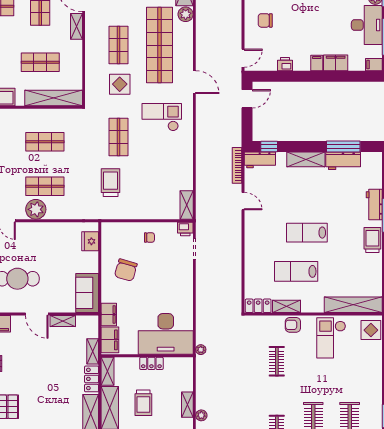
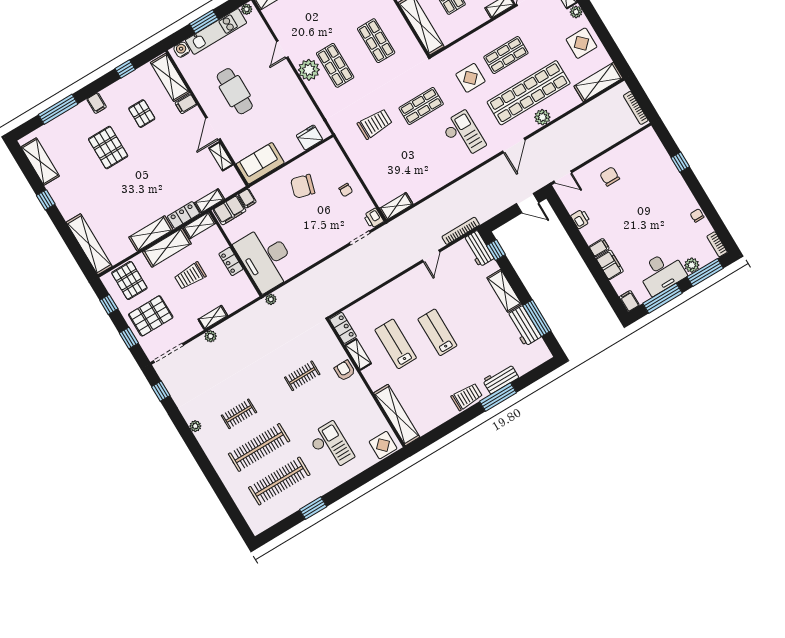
plant: (186, 14) -> (542, 117), moved
filing cabinet: (109, 314) -> (247, 198), width x0.50
checkout: (331, 338) -> (331, 446), moved, turned 90

